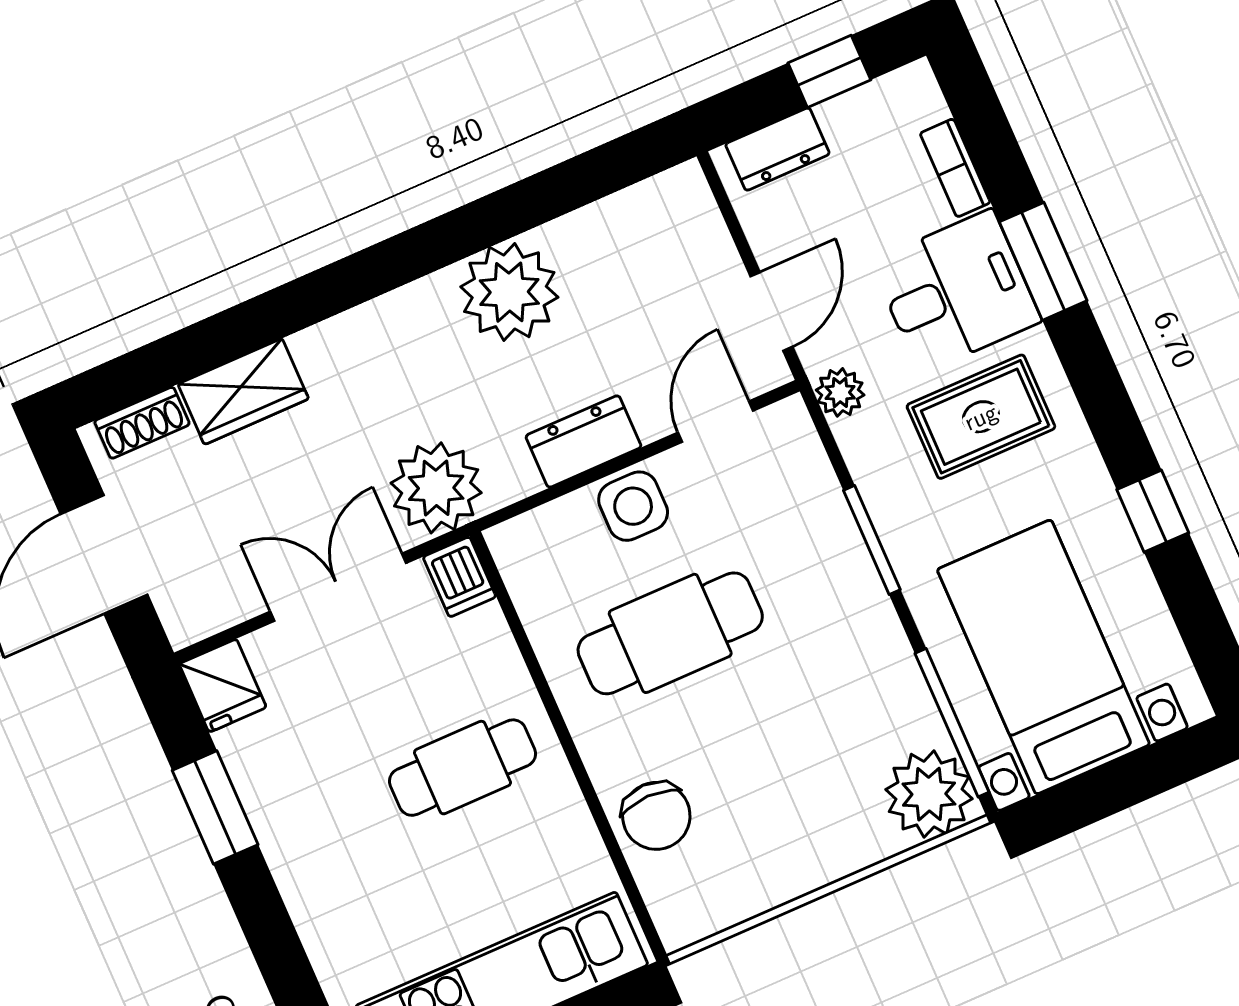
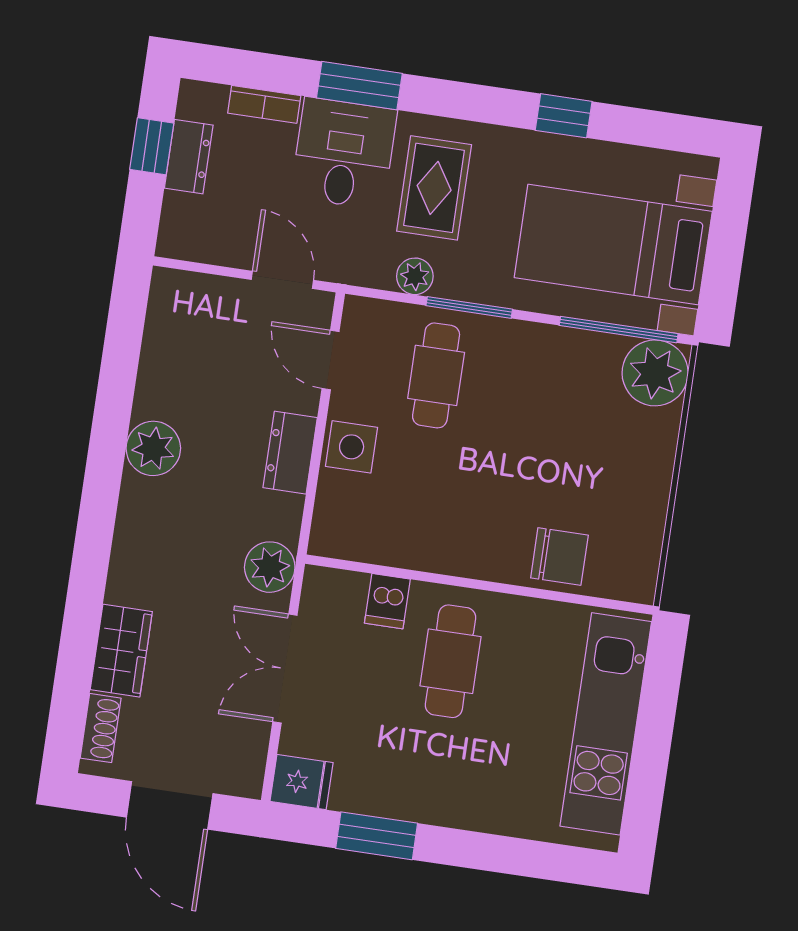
dresser: (777, 149) -> (189, 157), moved
plant: (509, 292) -> (153, 448), width x0.73, depth x0.73
plant: (840, 392) -> (415, 276), moved
plant: (436, 488) -> (270, 567), width x0.73, depth x0.73
dishwasher: (459, 577) -> (387, 601), moved, turned 90
cafe table: (670, 633) -> (436, 375), moved, width x0.73, depth x0.74

